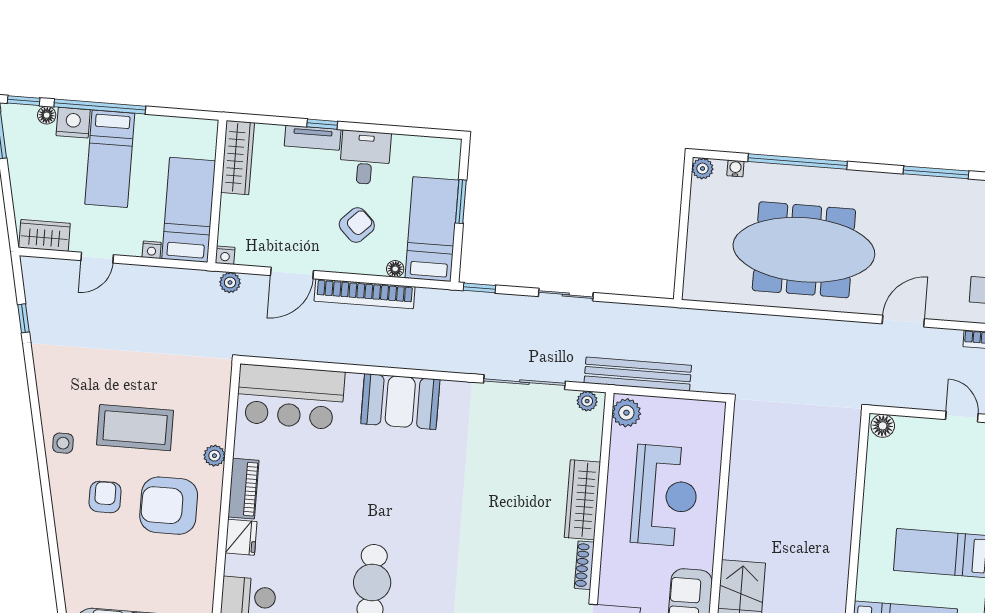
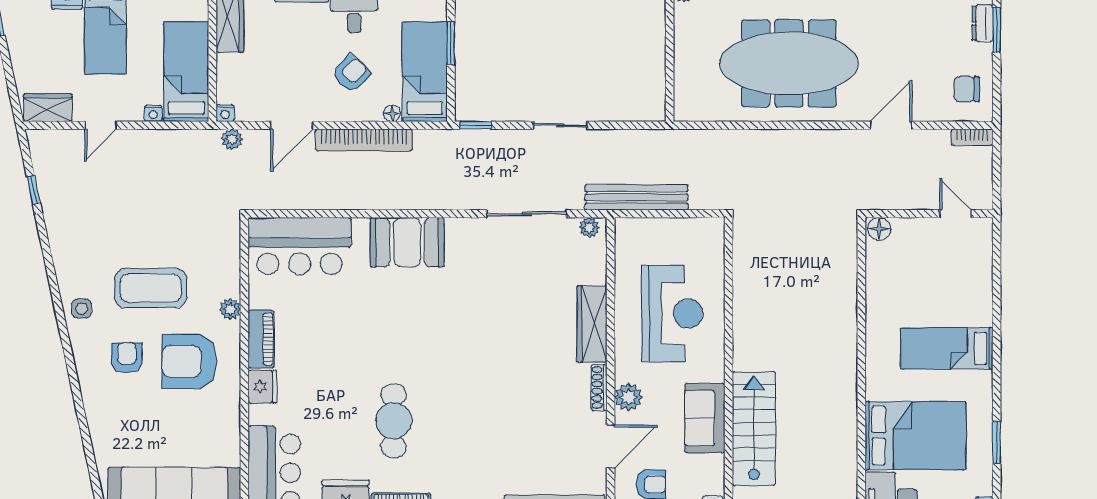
plant: (626, 413) -> (628, 397), moved

